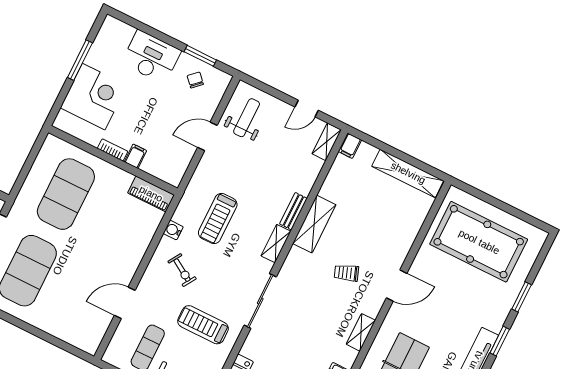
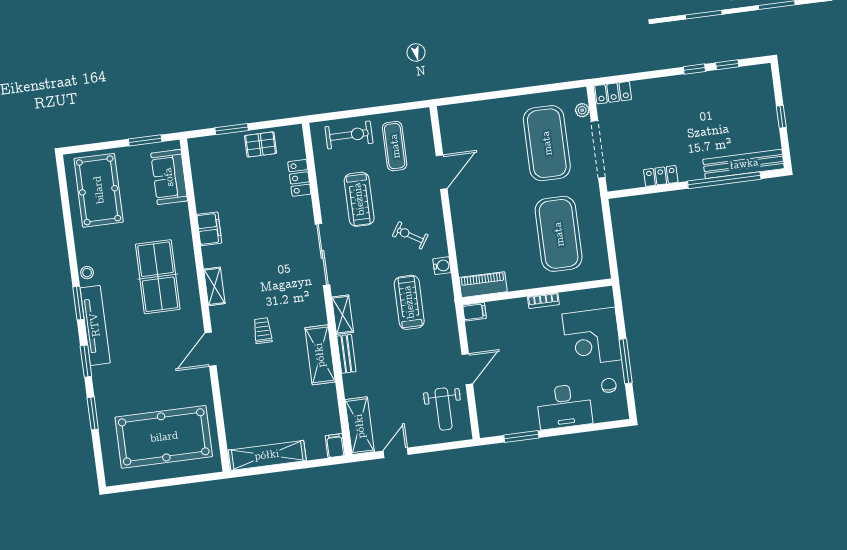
chair: (195, 80) -> (609, 385), moved, turned -137
shelving: (327, 142) -> (360, 426), width x1.50, depth x1.33
filing cabinet: (135, 156) -> (474, 312), moved, turned -90
trolley: (346, 273) -> (263, 331), turned -70
treadmill: (203, 325) -> (359, 199), turned 90

